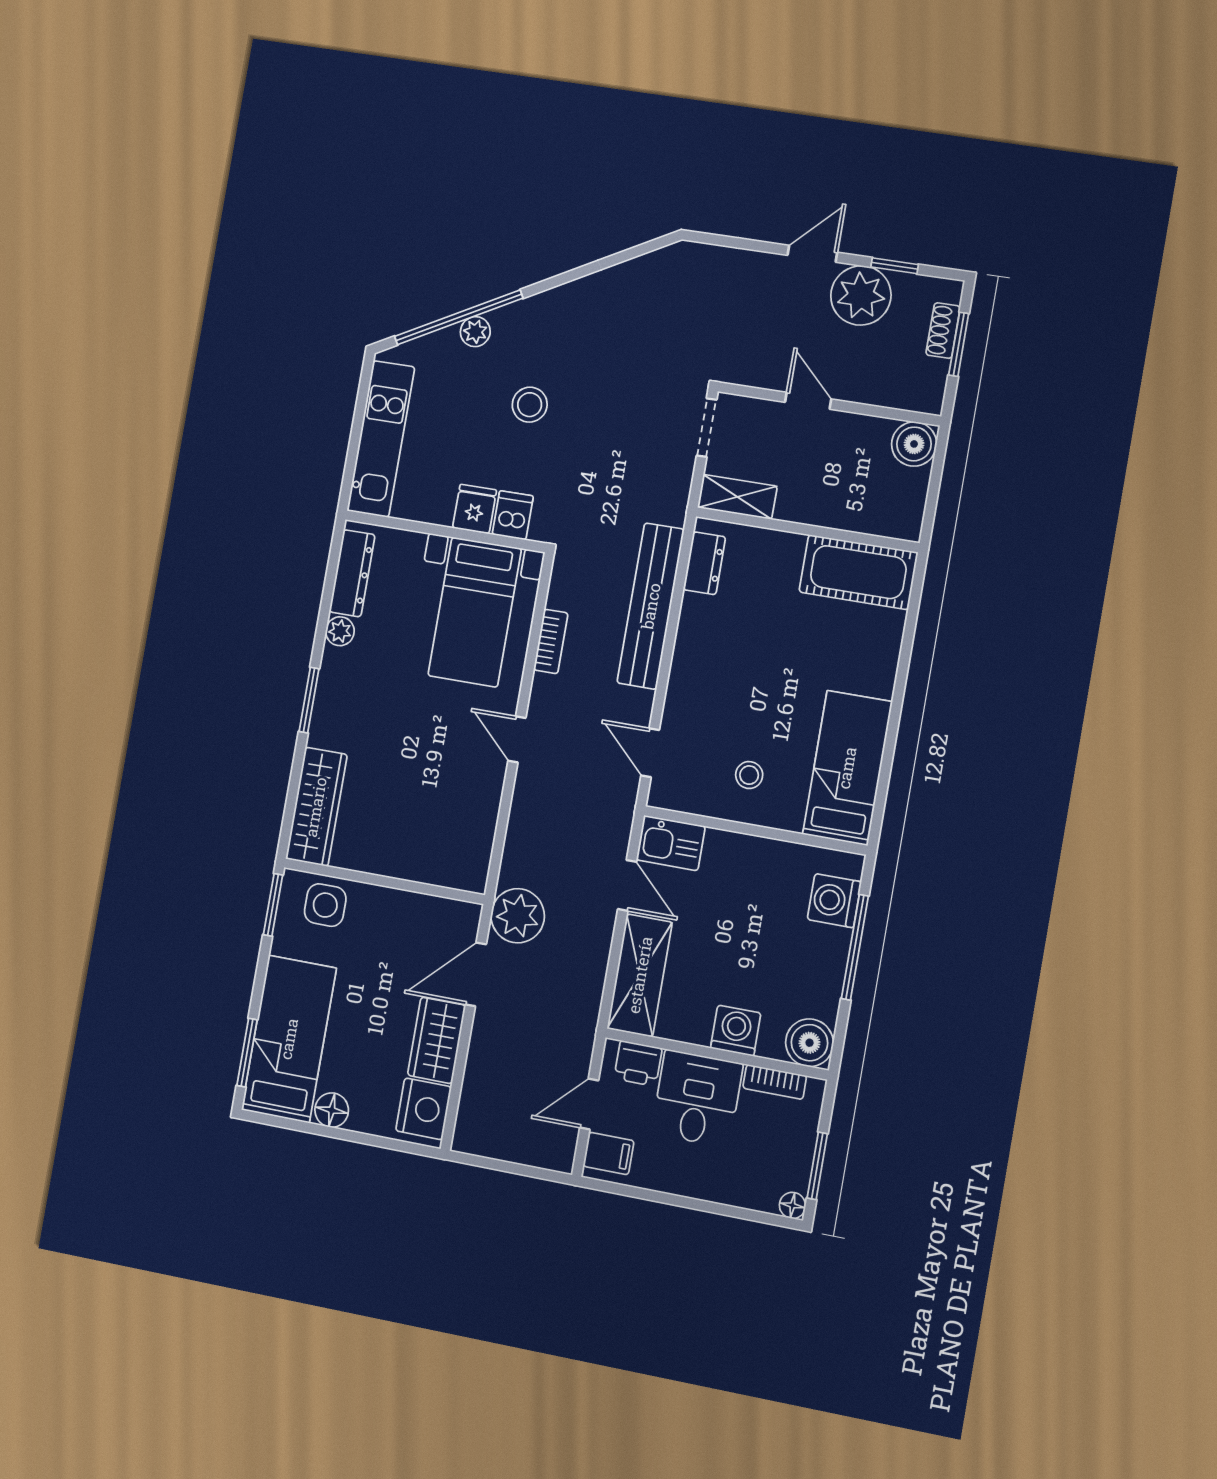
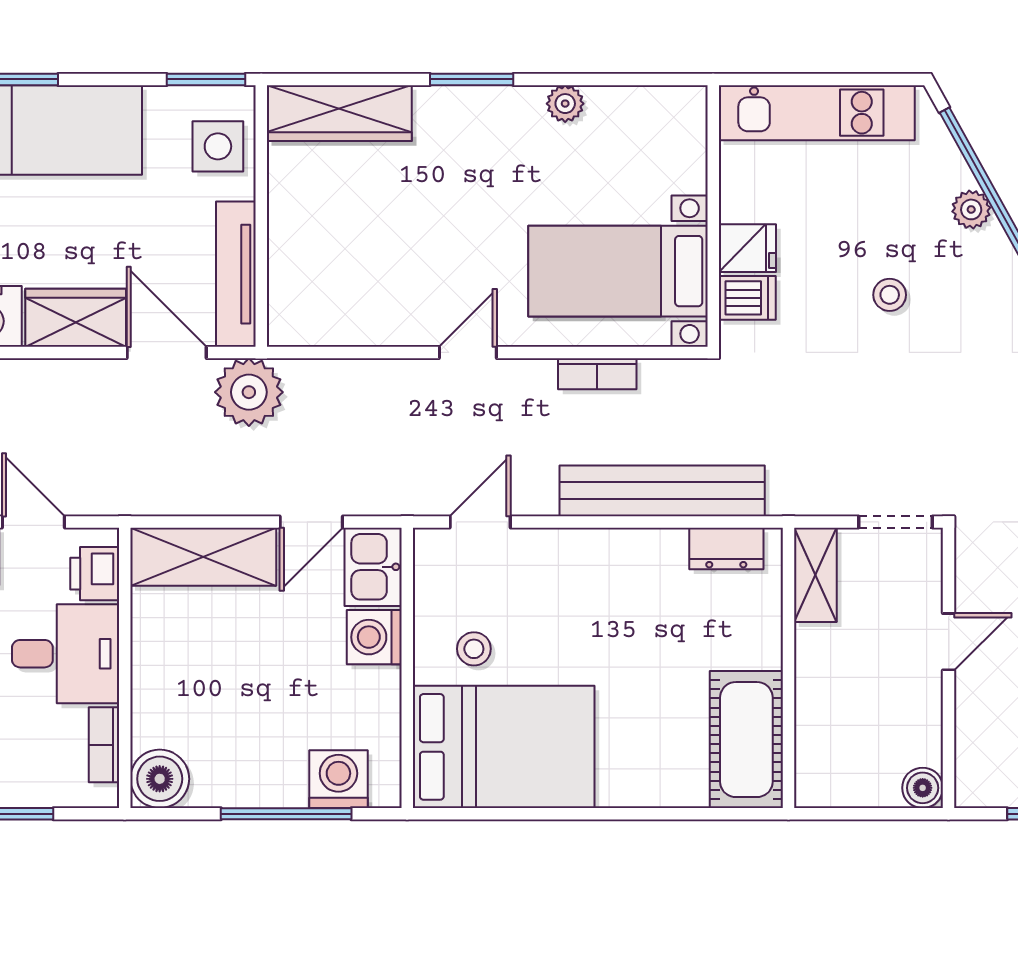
stool: (530, 405) -> (890, 295), width x0.73, depth x0.73
boiler: (914, 444) -> (923, 788), width x0.73, depth x0.73
dresser: (352, 573) -> (641, 106), removed
bed: (847, 768) -> (504, 747), width x1.50
tv unit: (425, 909) -> (236, 274), added
washing machine: (736, 1031) -> (374, 637), moved, turned 180

